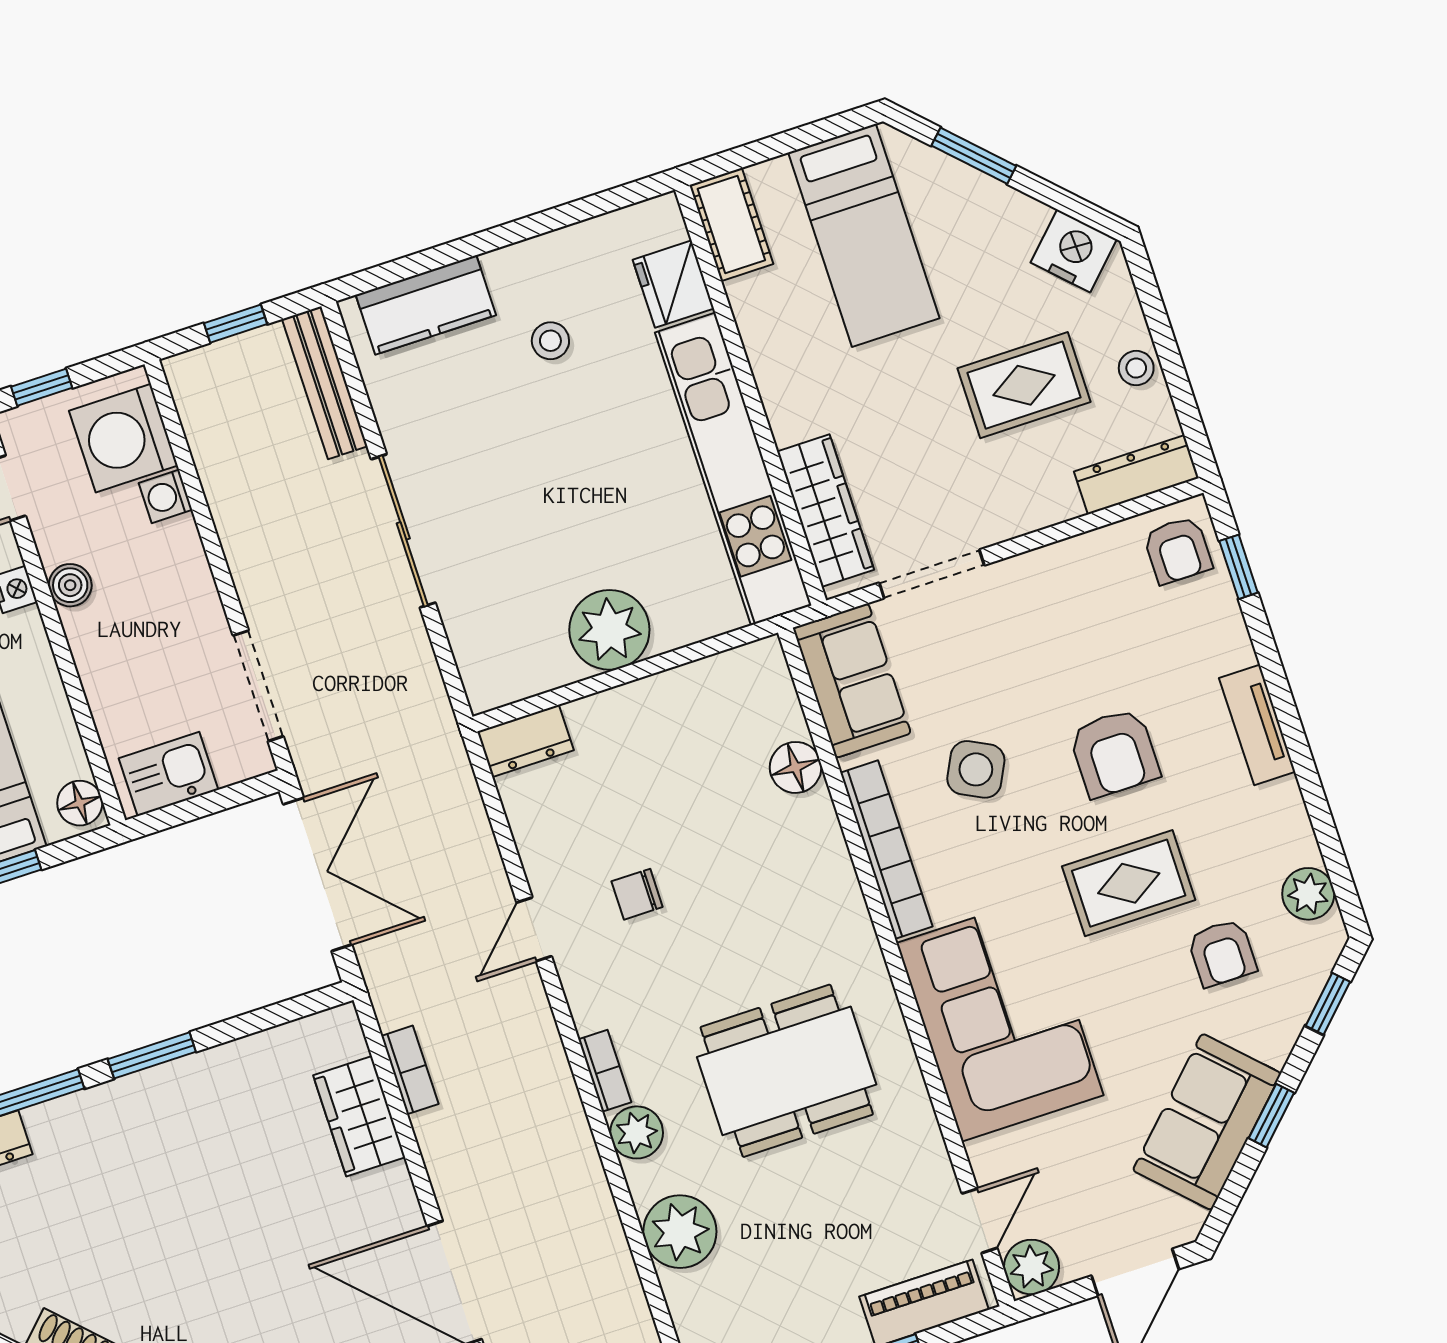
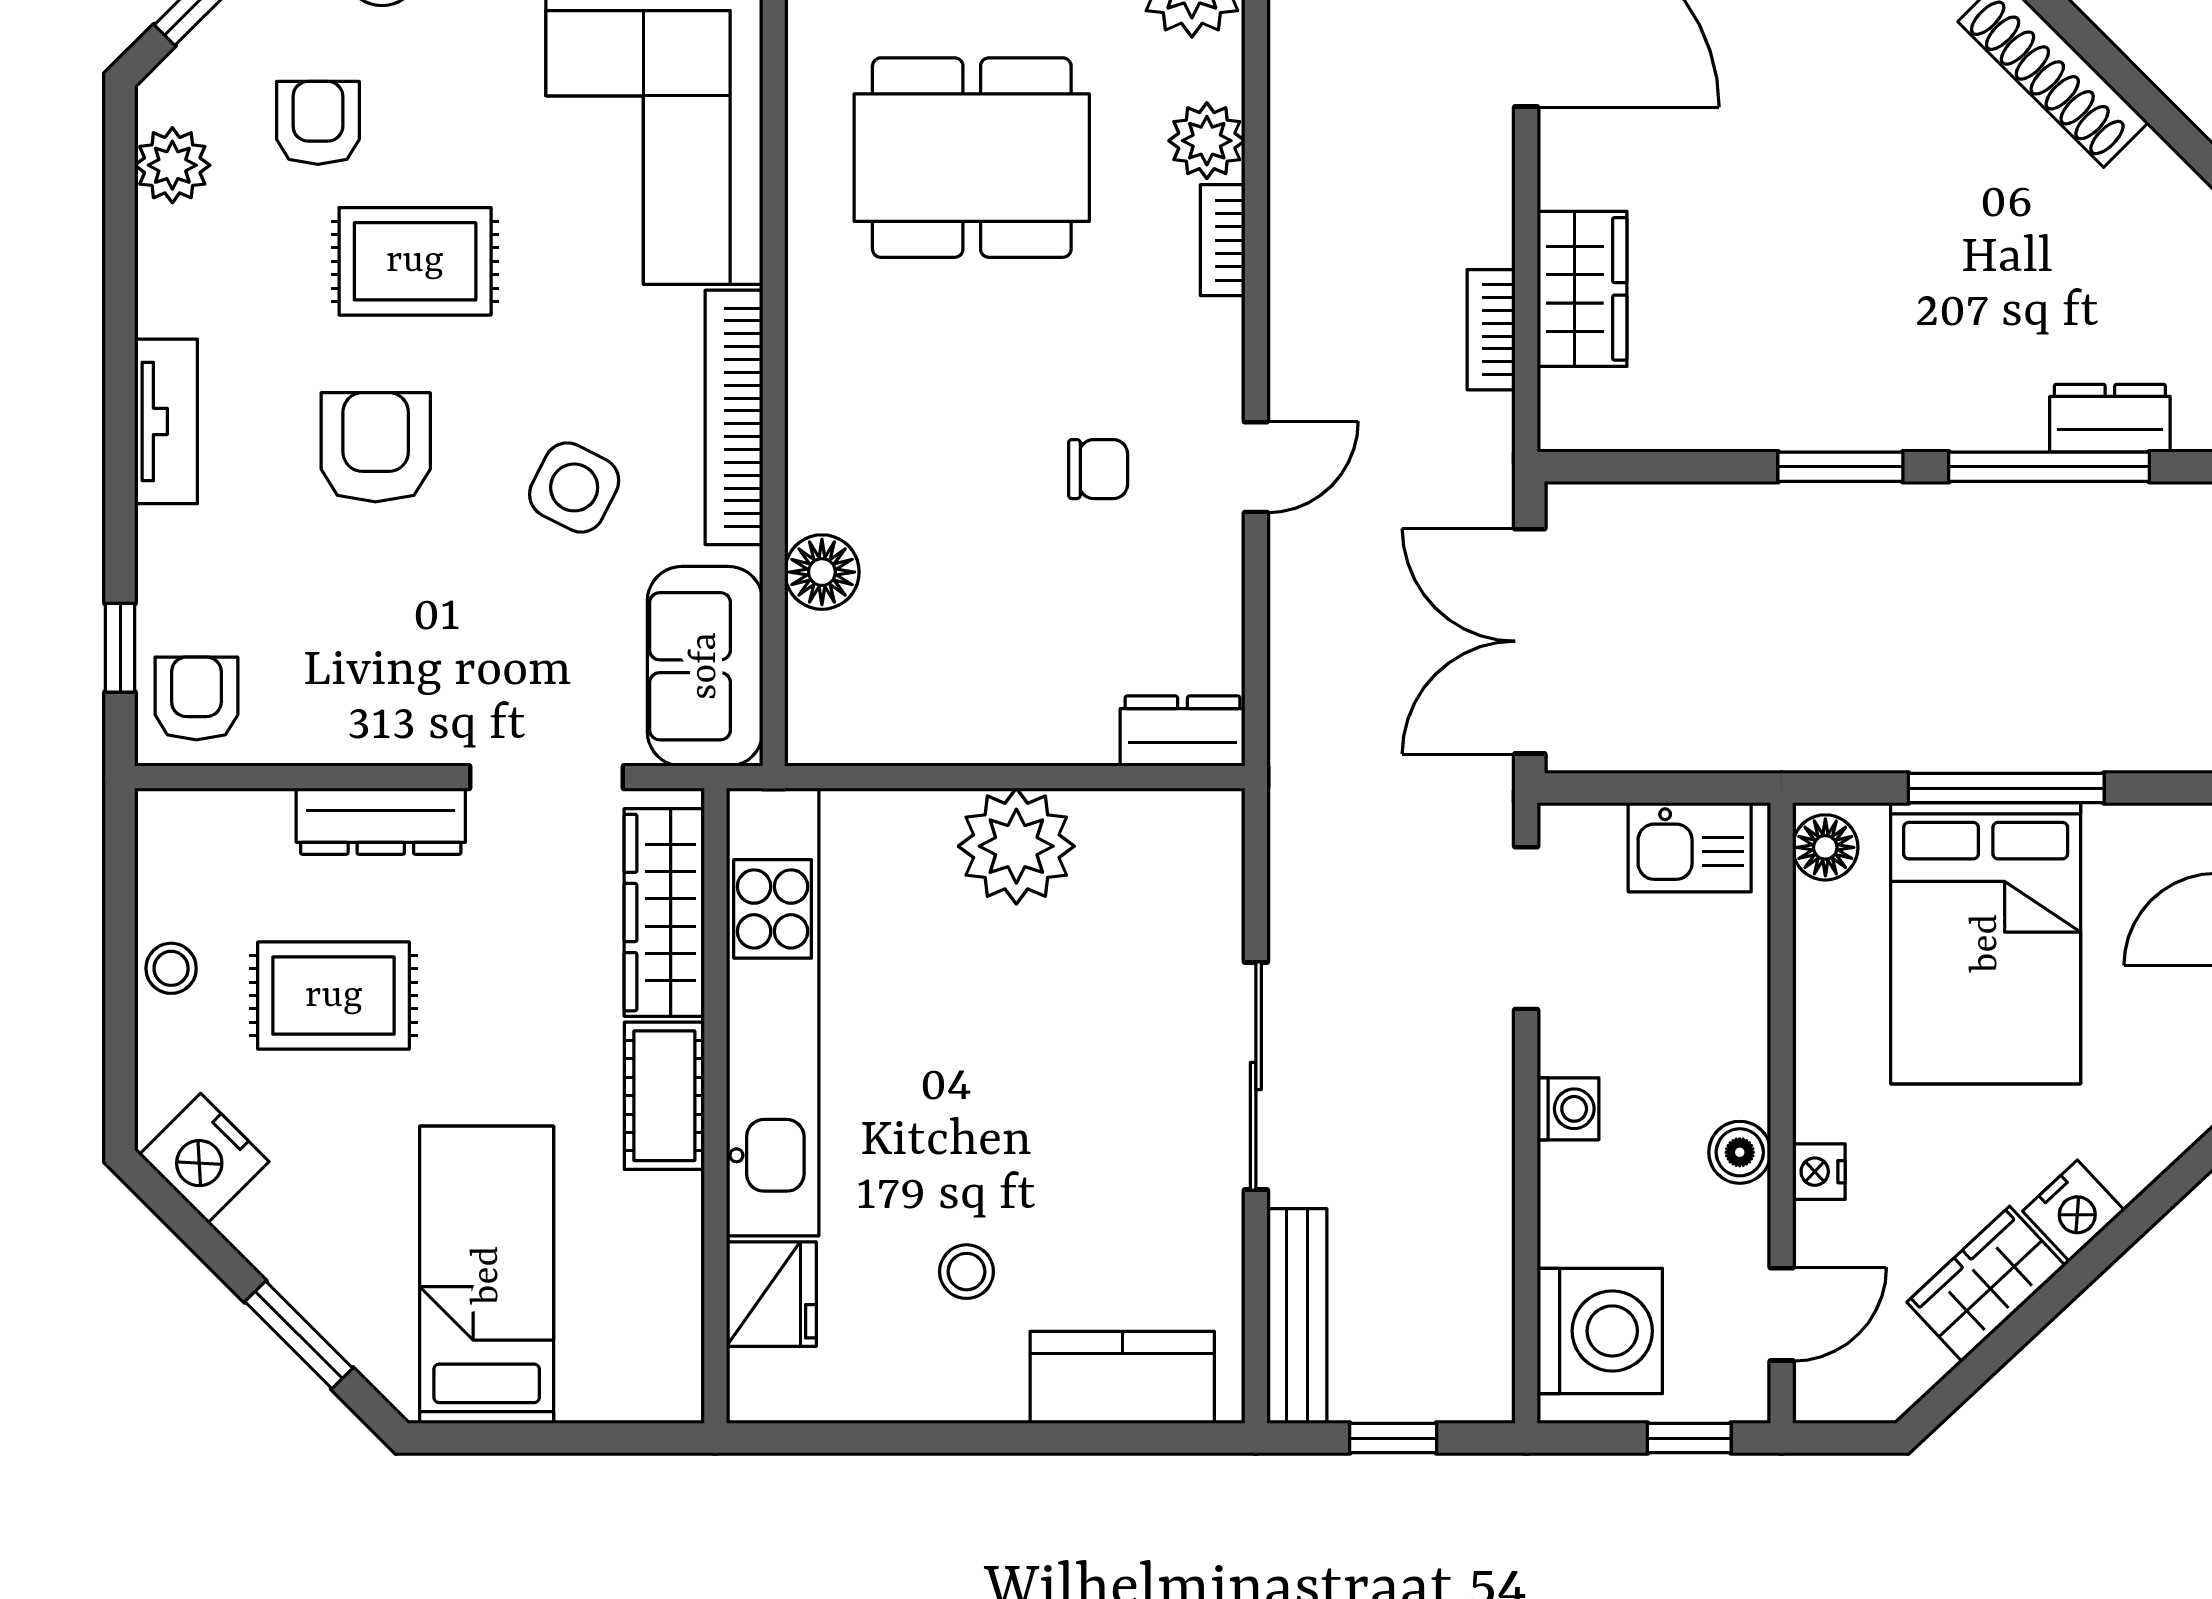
cot: (731, 225) -> (664, 1096), moved
dresser: (1136, 475) -> (381, 821), moved
washing machine: (166, 496) -> (1568, 1109), moved

